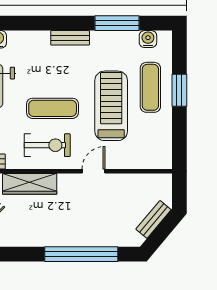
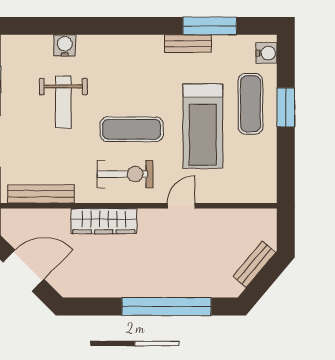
bench: (70, 38) -> (188, 44), moved
water cooler: (148, 39) -> (267, 53), moved, turned 90
treadmill: (111, 106) -> (203, 126), turned 180

